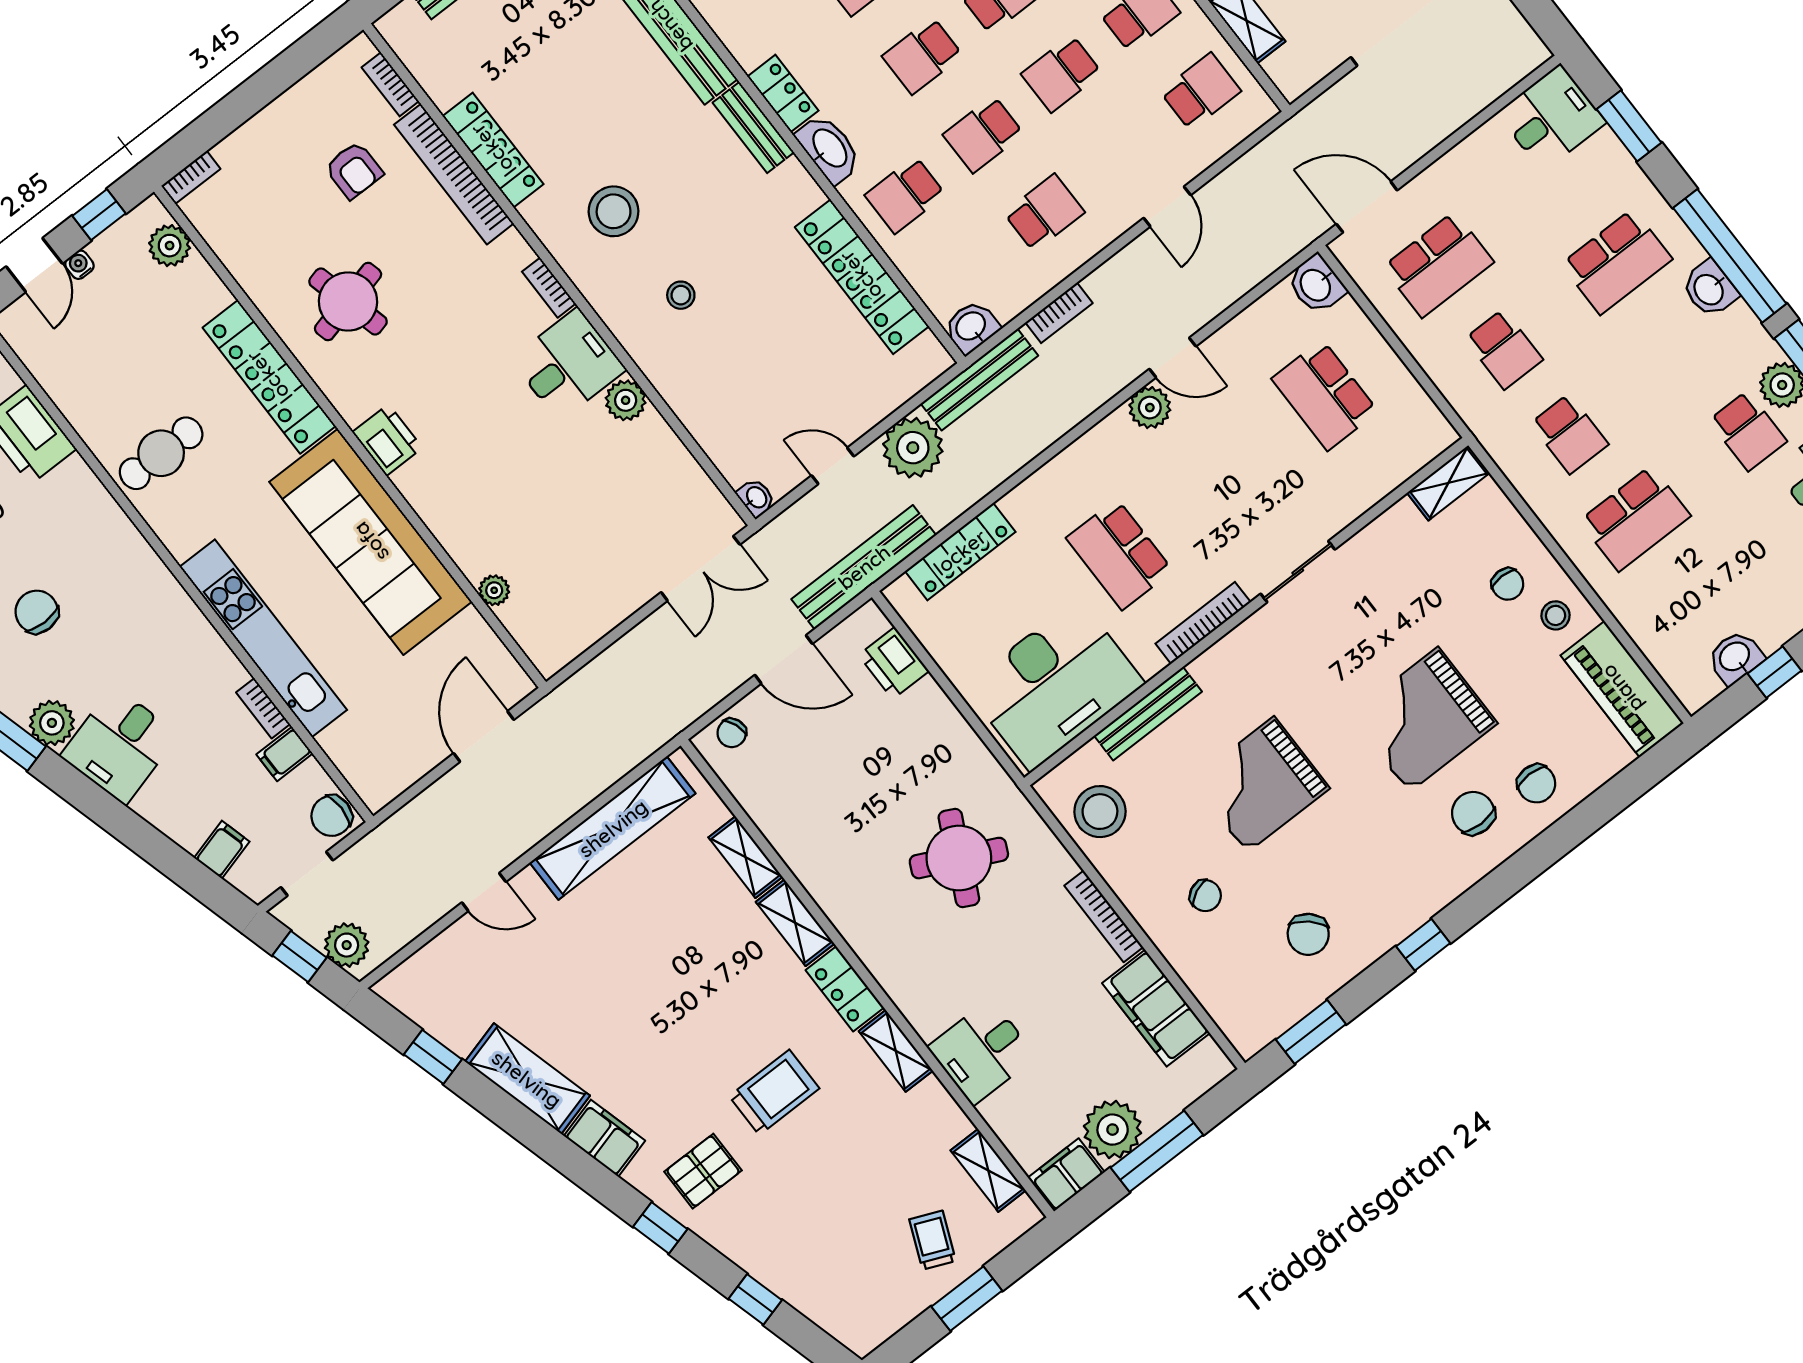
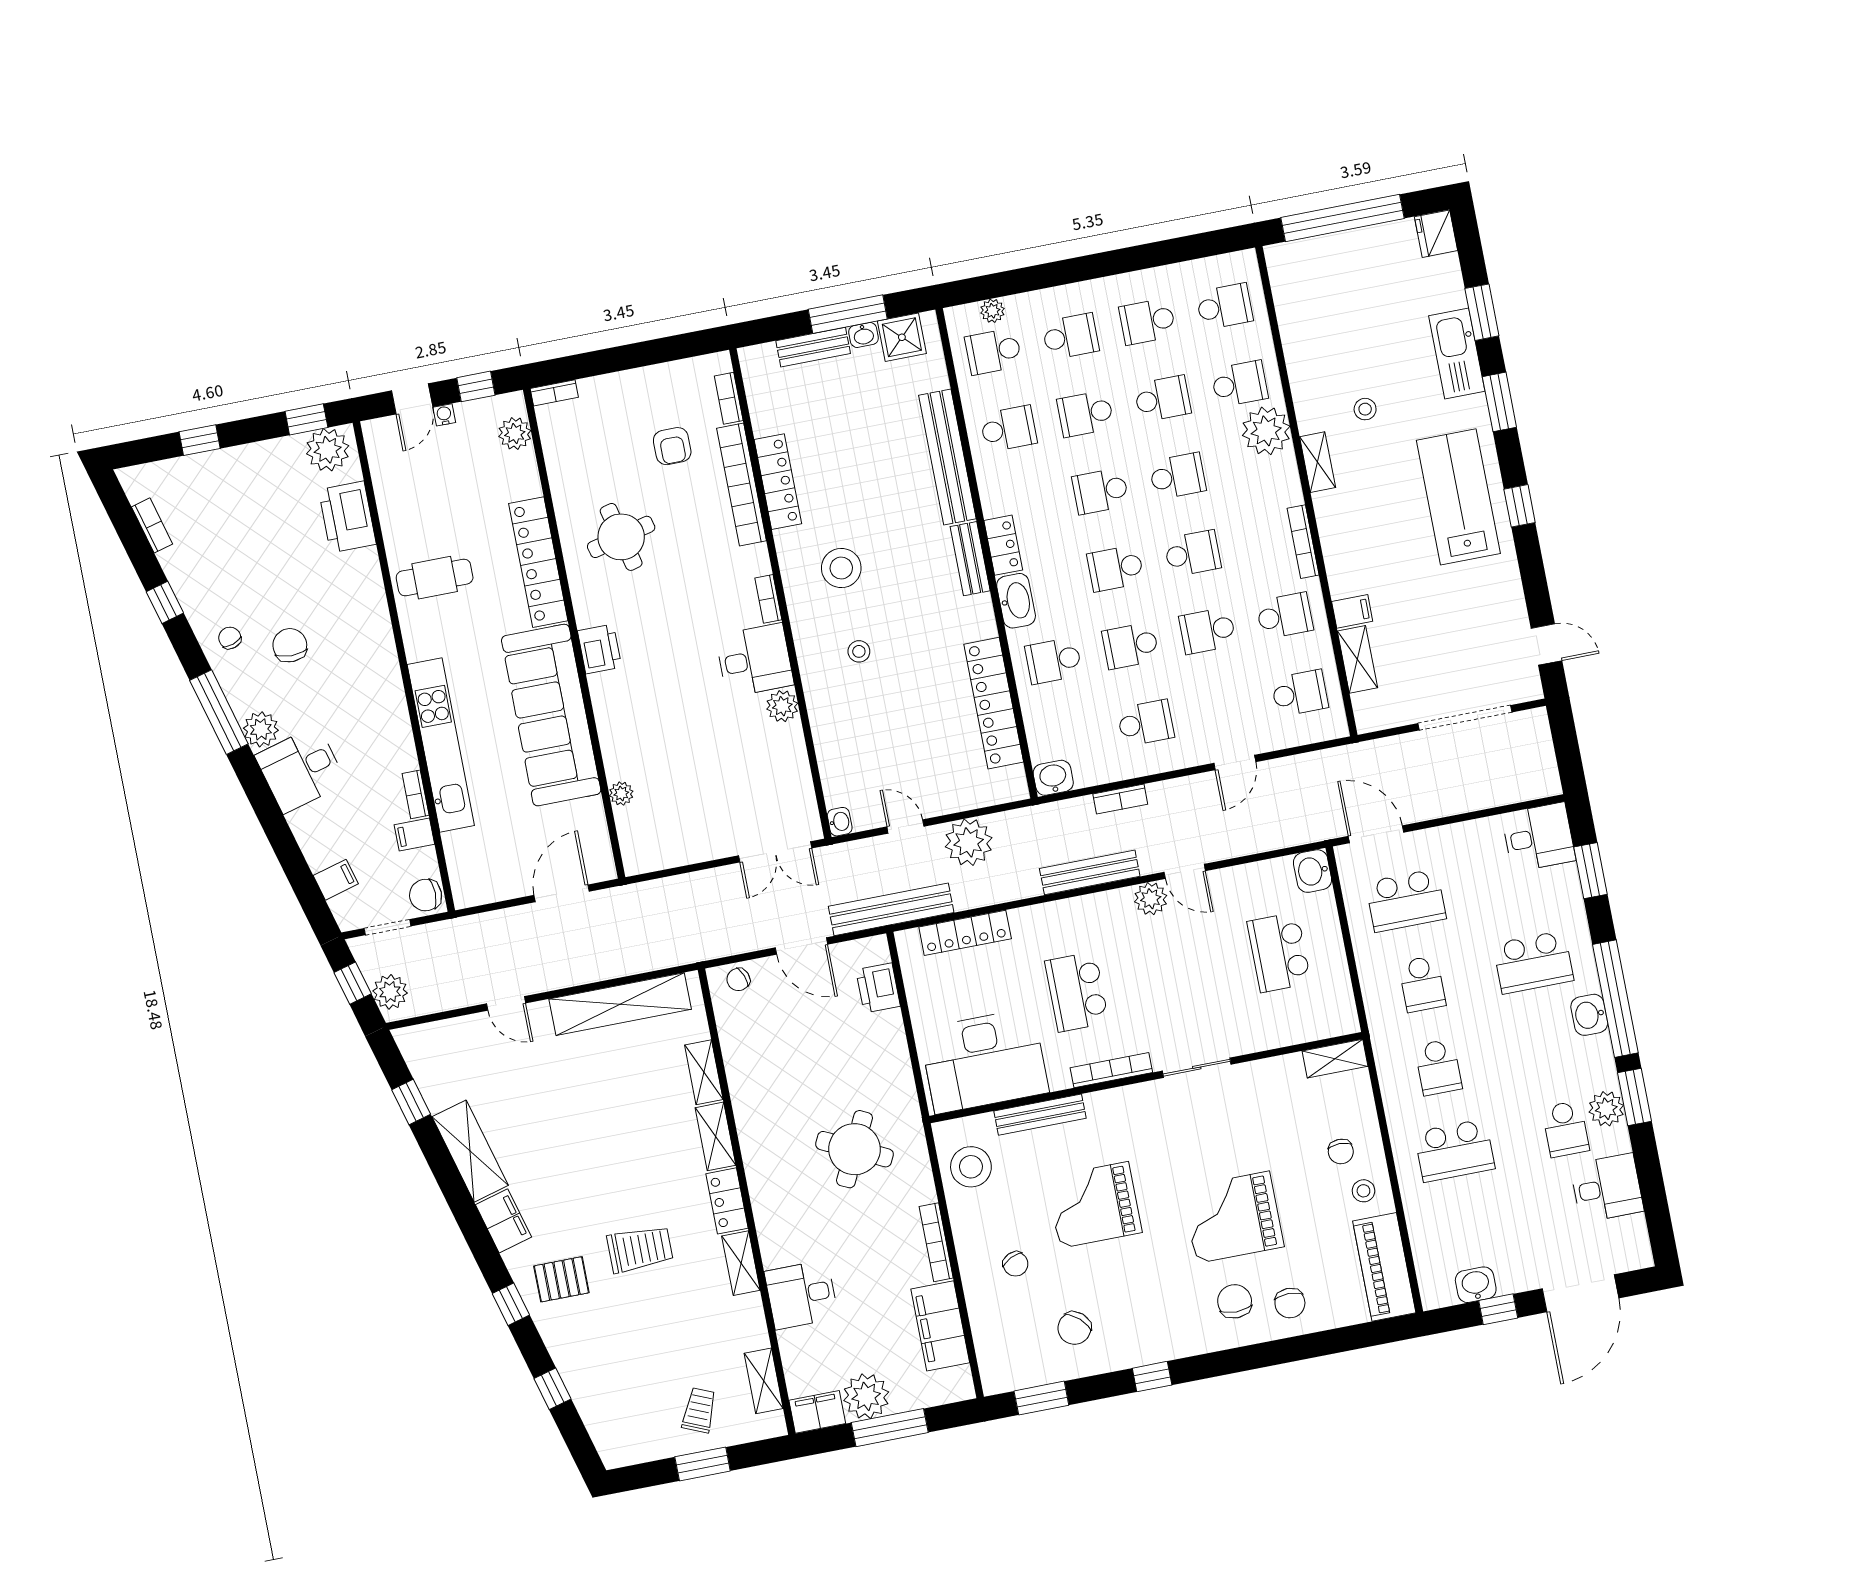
bench: (979, 380) -> (1090, 872), moved

